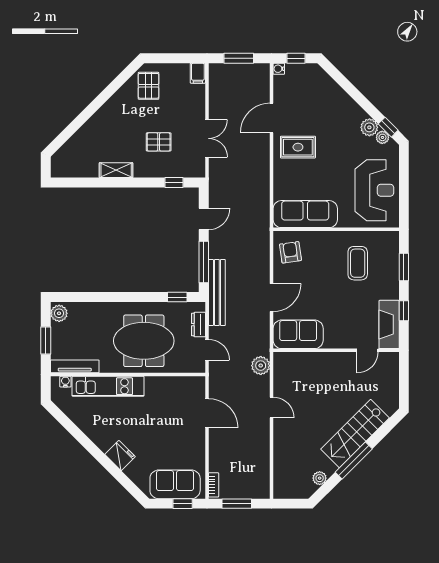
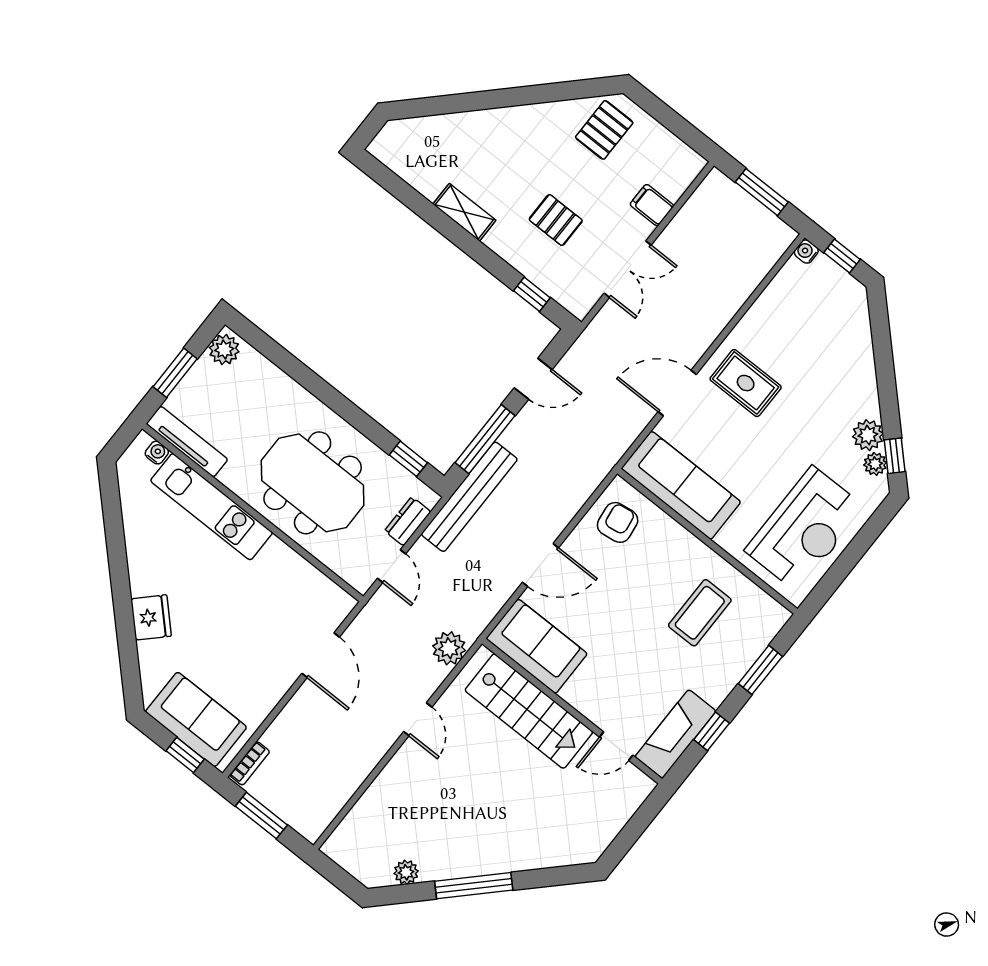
filing cabinet: (198, 73) -> (652, 205), moved, turned 90
door: (272, 118) -> (677, 393), moved
stairs: (355, 434) -> (529, 711), moved, turned -135

